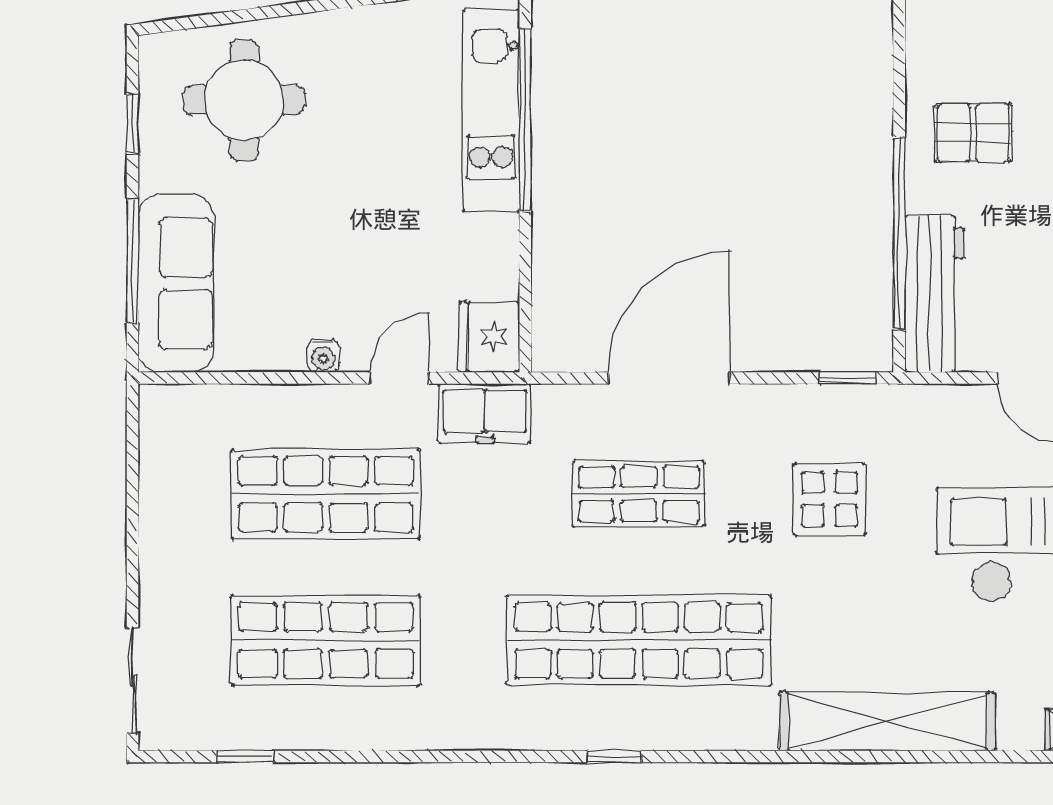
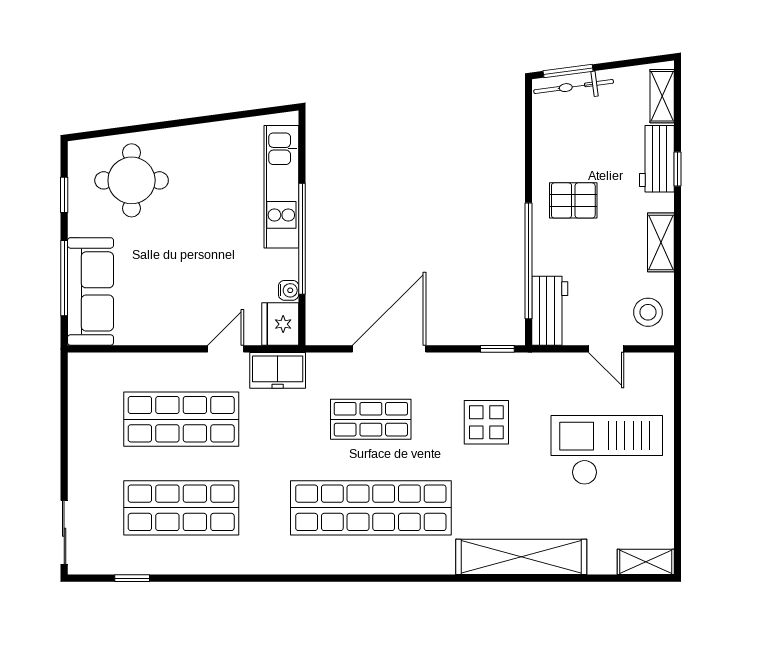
window: (525, 120) -> (302, 239), moved
workbench: (934, 294) -> (550, 311), width x0.73
water cooler: (323, 356) -> (289, 290), moved, turned -90
window: (614, 757) -> (356, 578), removed

